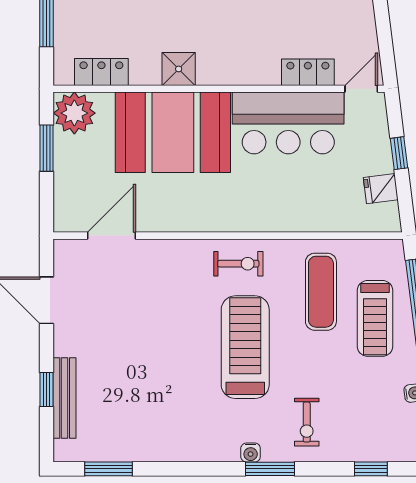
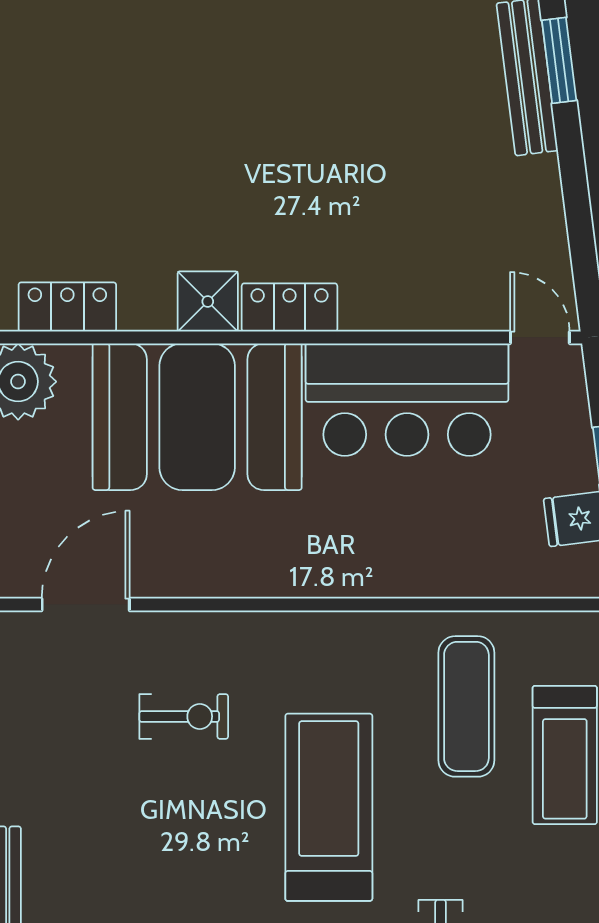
locker: (308, 72) -> (290, 307), moved
door: (361, 89) -> (540, 337), hinge flipped
exercise bike: (238, 264) -> (184, 716), moved

